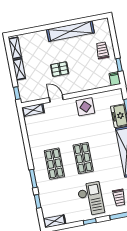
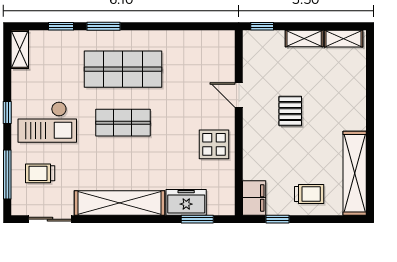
shelving: (70, 31) -> (355, 173), moved
filing cabinet: (115, 79) -> (254, 198), width x2.00
door: (56, 99) -> (239, 95), swing flipped
shelving: (33, 110) -> (226, 49), removed
shop shelf: (54, 164) -> (123, 69), width x1.43, depth x1.36

